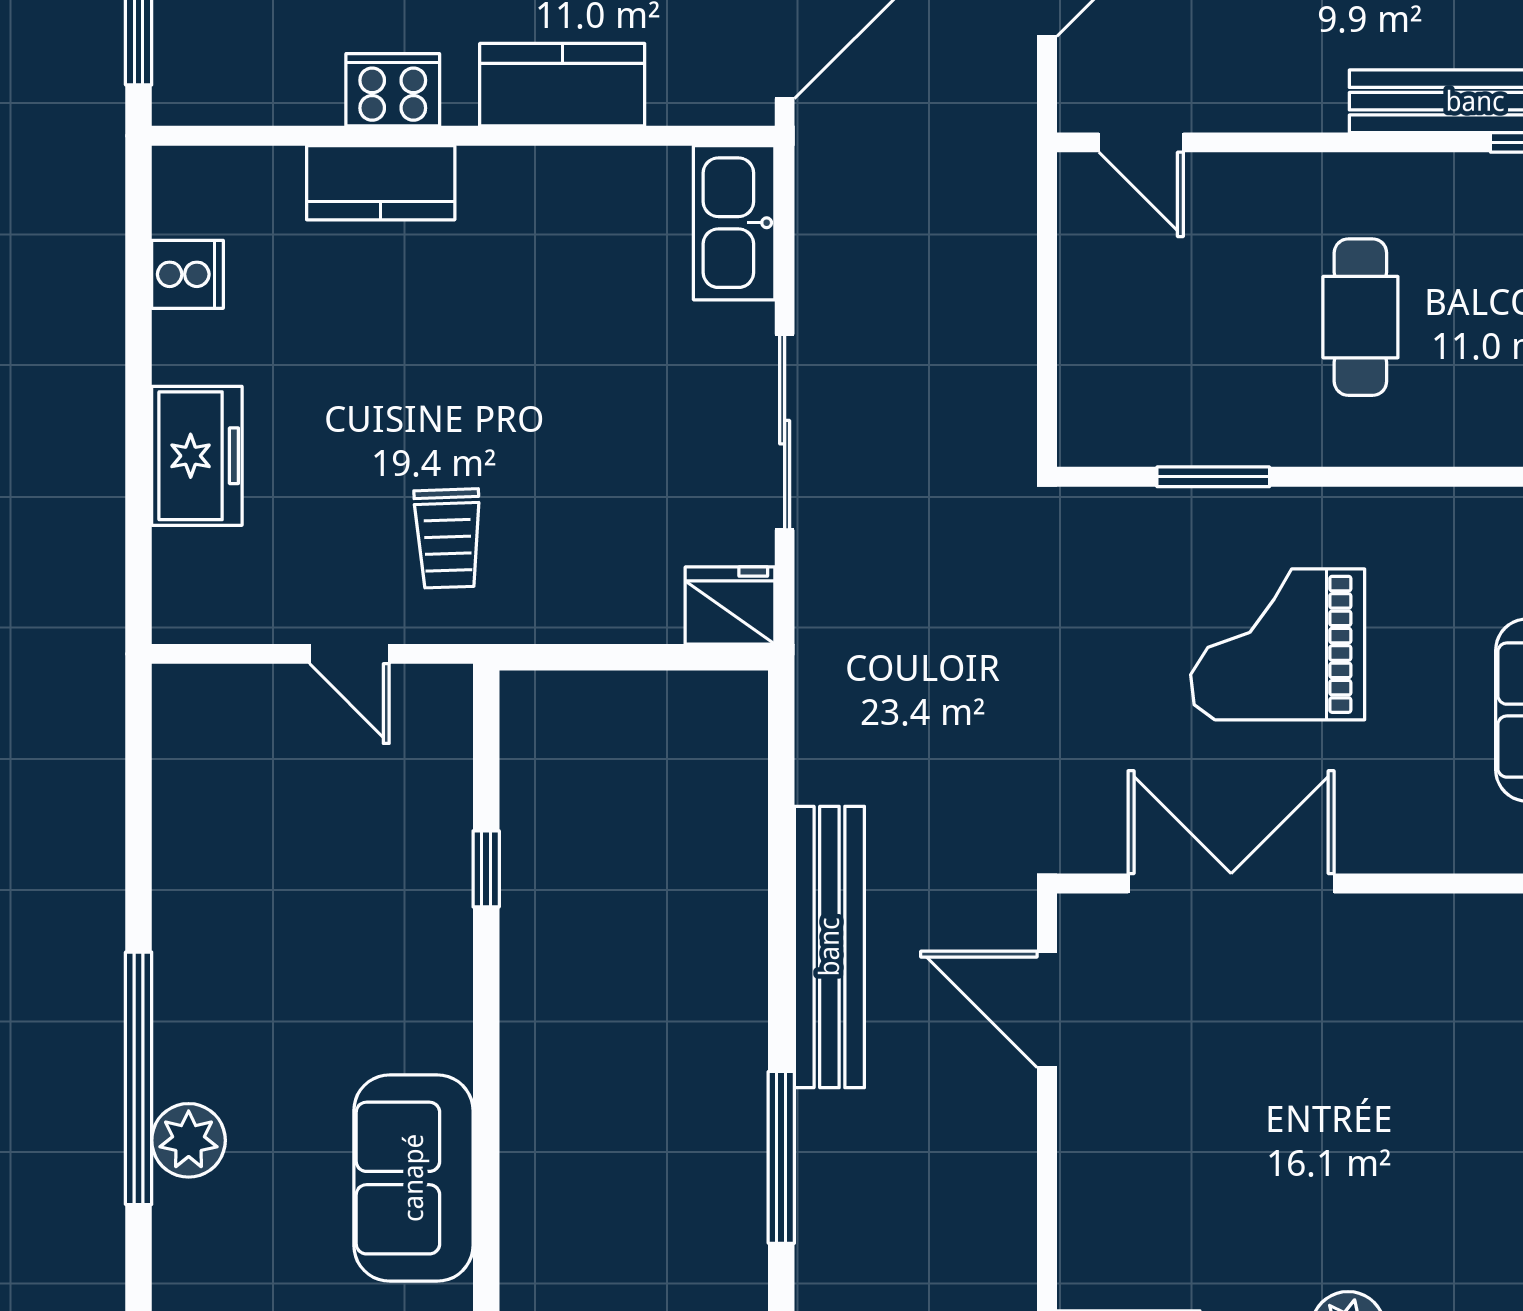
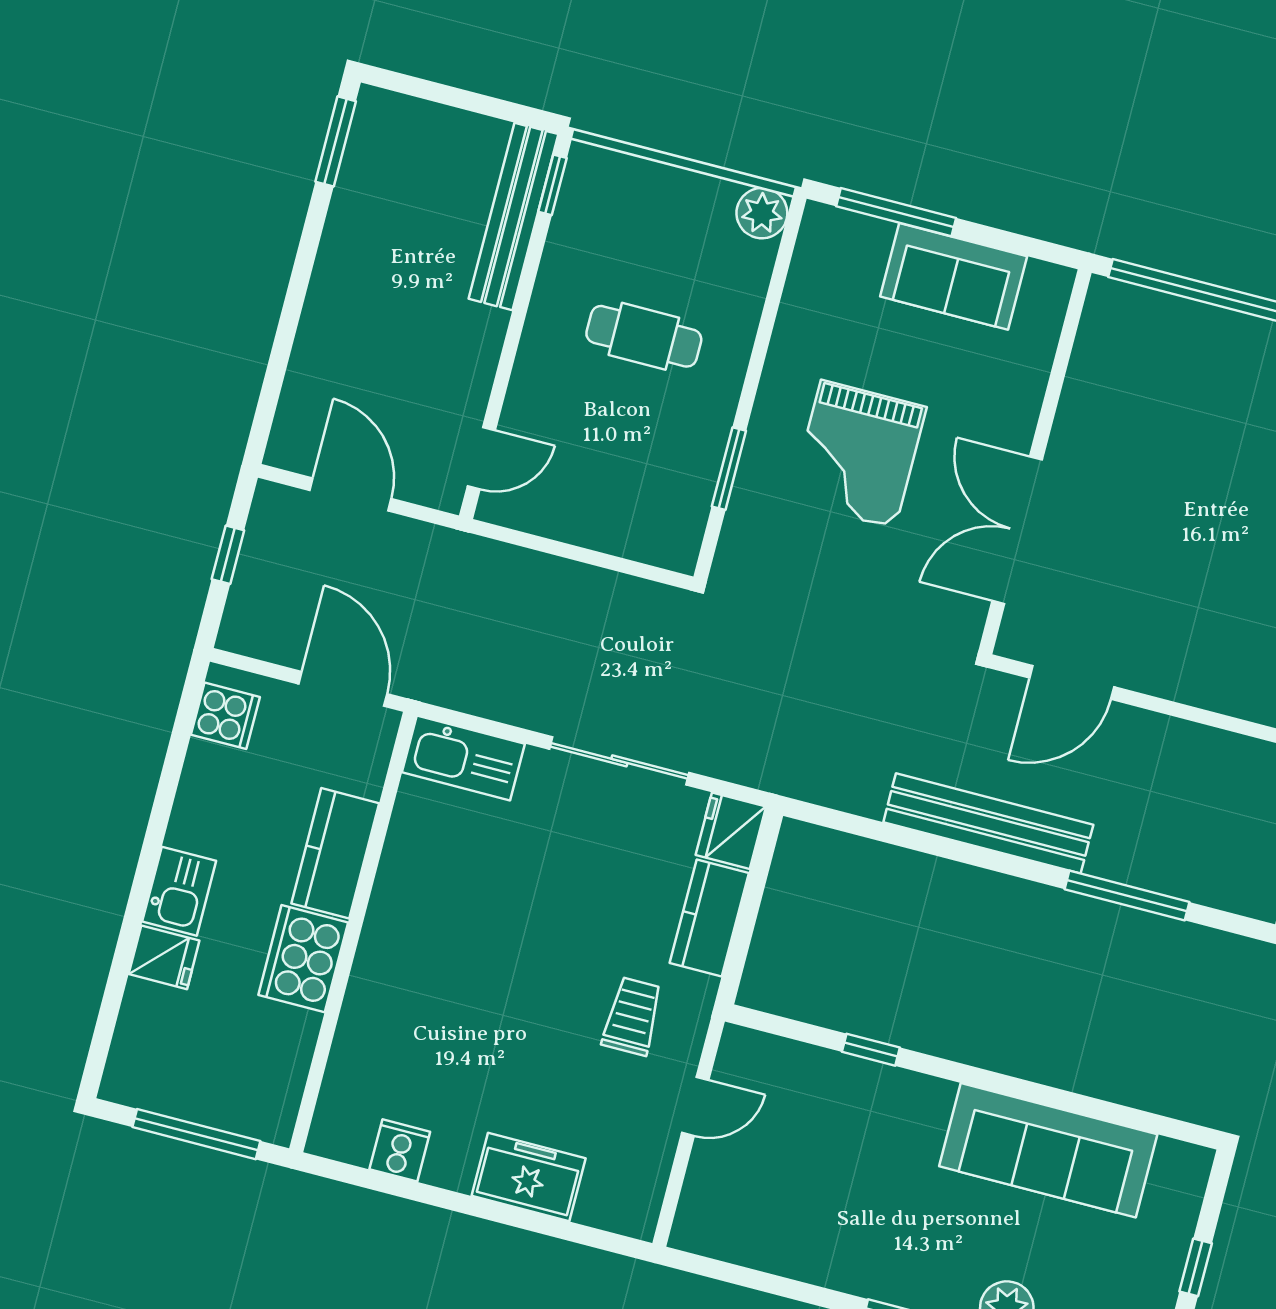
cooker: (393, 90) -> (303, 959), width x1.37, depth x1.31
kitchen counter: (381, 183) -> (709, 918), moved, turned 180
trolley: (448, 538) -> (632, 1016), turned -88
sofa: (413, 1178) -> (1048, 1150), width x1.36

